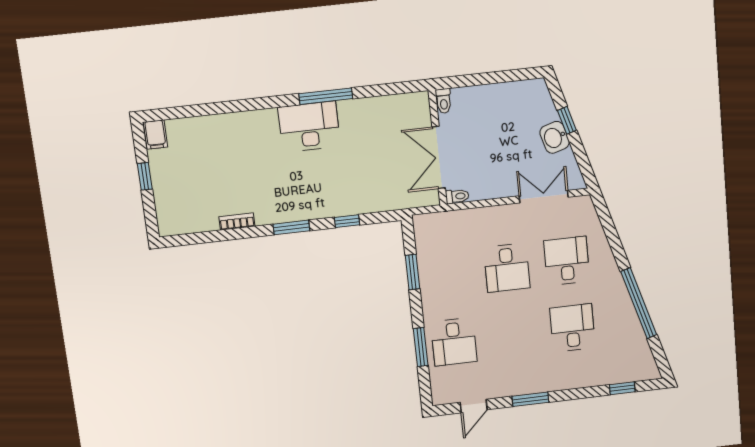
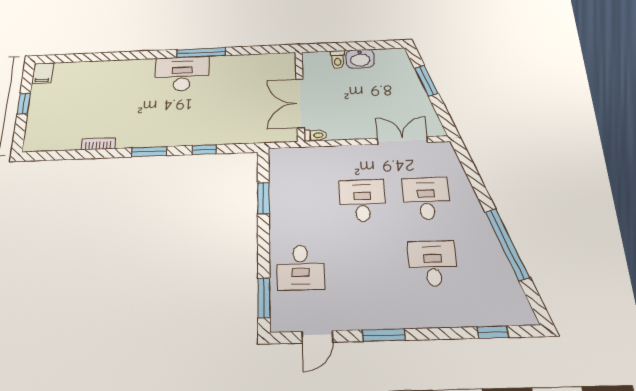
toilet: (444, 101) -> (338, 59), moved
window: (567, 120) -> (426, 81), width x1.50
washbasin: (555, 137) -> (360, 59), moved, turned -73
desk: (507, 268) -> (362, 201), turned 180
window: (421, 347) -> (264, 298), moved

